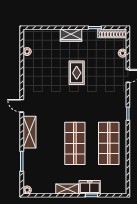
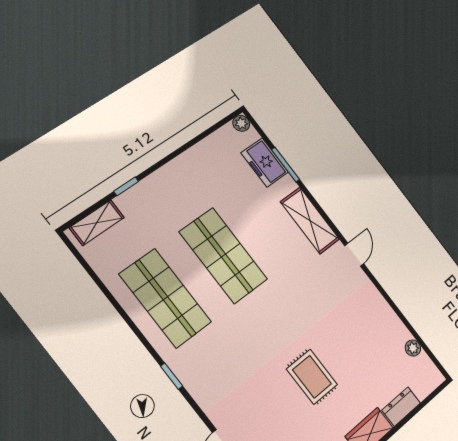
dresser: (50, 34) -> (401, 407), added
door: (22, 106) -> (354, 255), hinge flipped
freezer: (90, 187) -> (265, 163), moved, turned 90
shelving: (67, 189) -> (97, 223), moved

